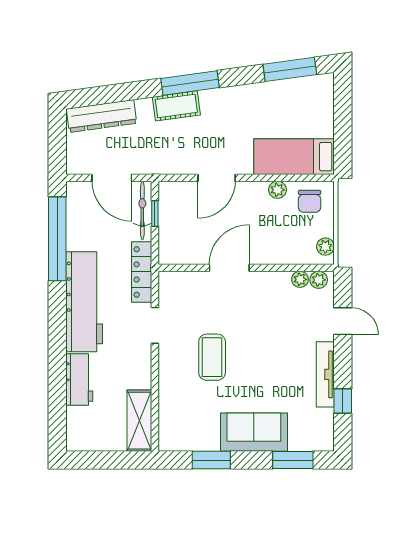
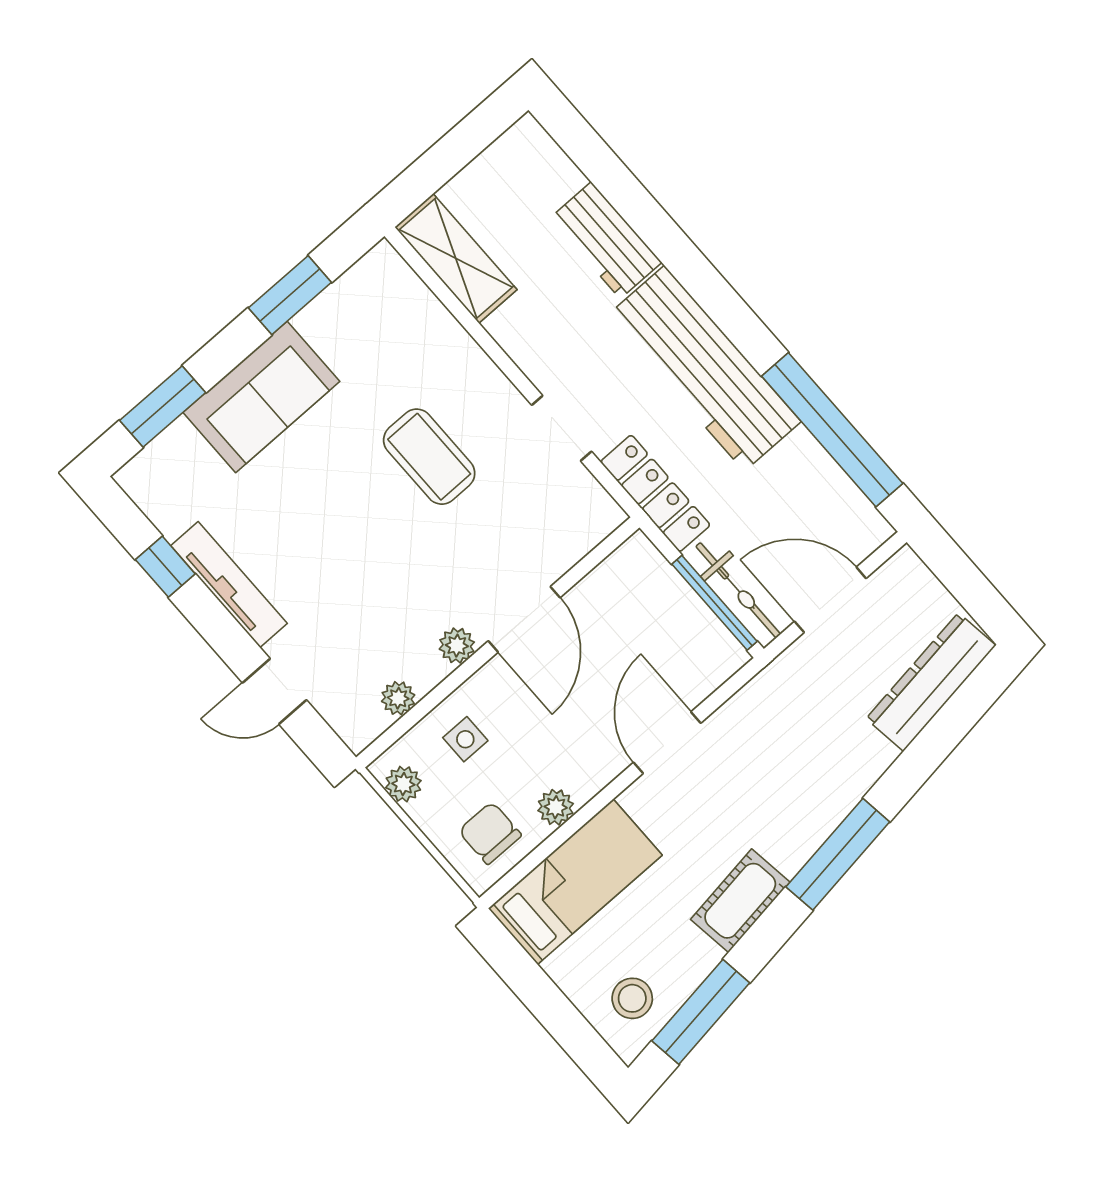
stool: (310, 96) -> (632, 998), added
cot: (176, 106) -> (740, 901), moved
window: (155, 214) -> (714, 603), width x2.17
side table: (289, 243) -> (465, 739), added
plant: (319, 280) -> (457, 646), moved

